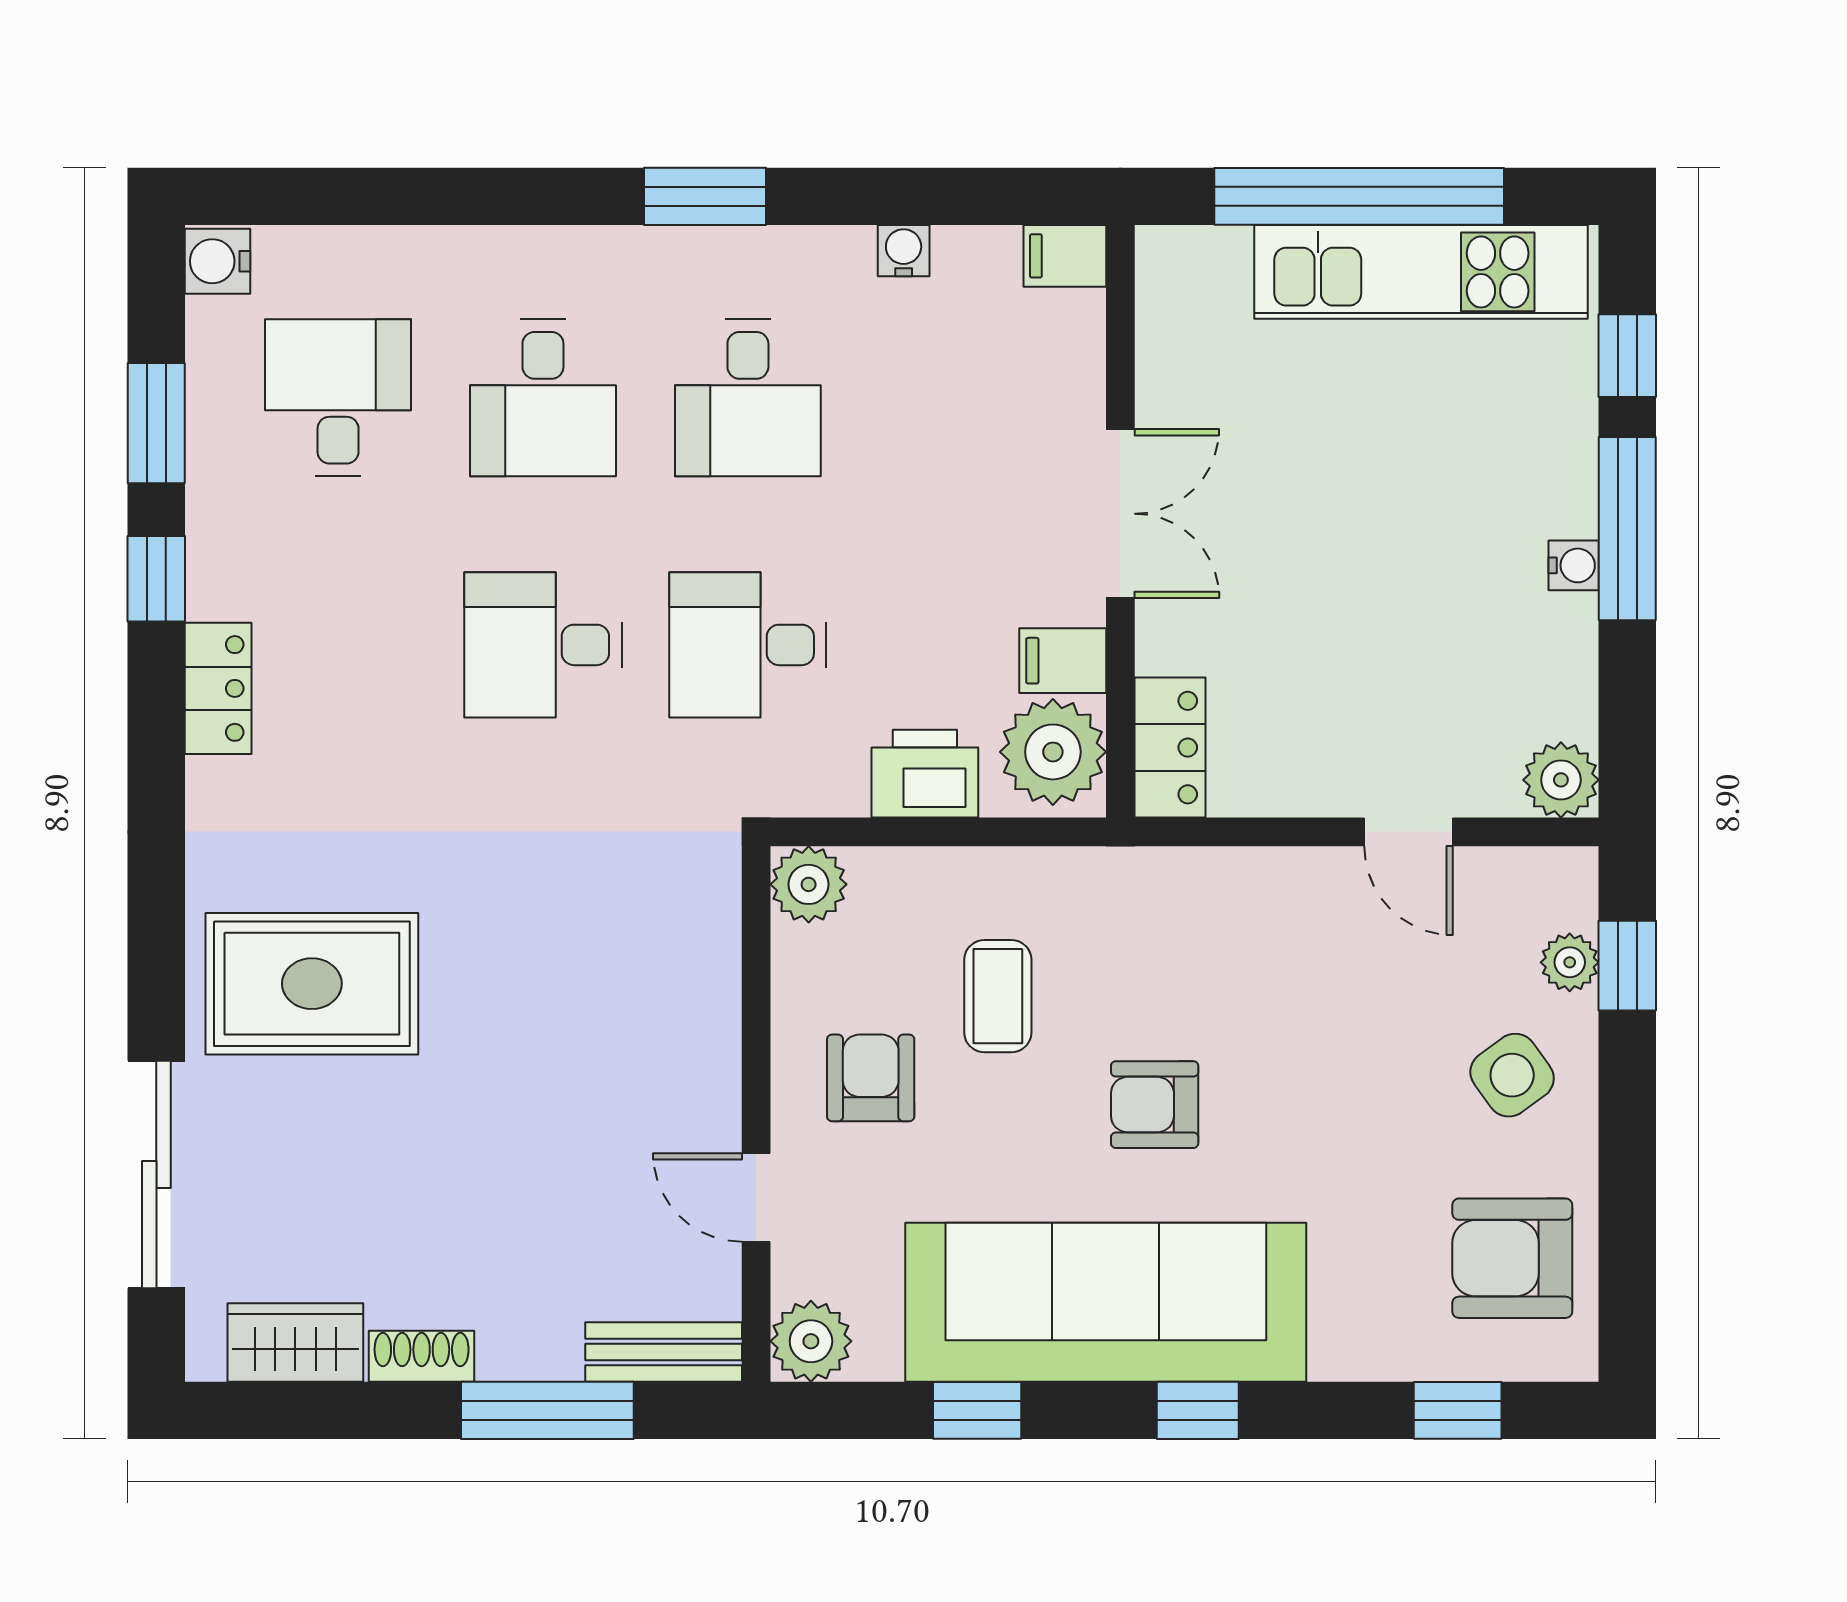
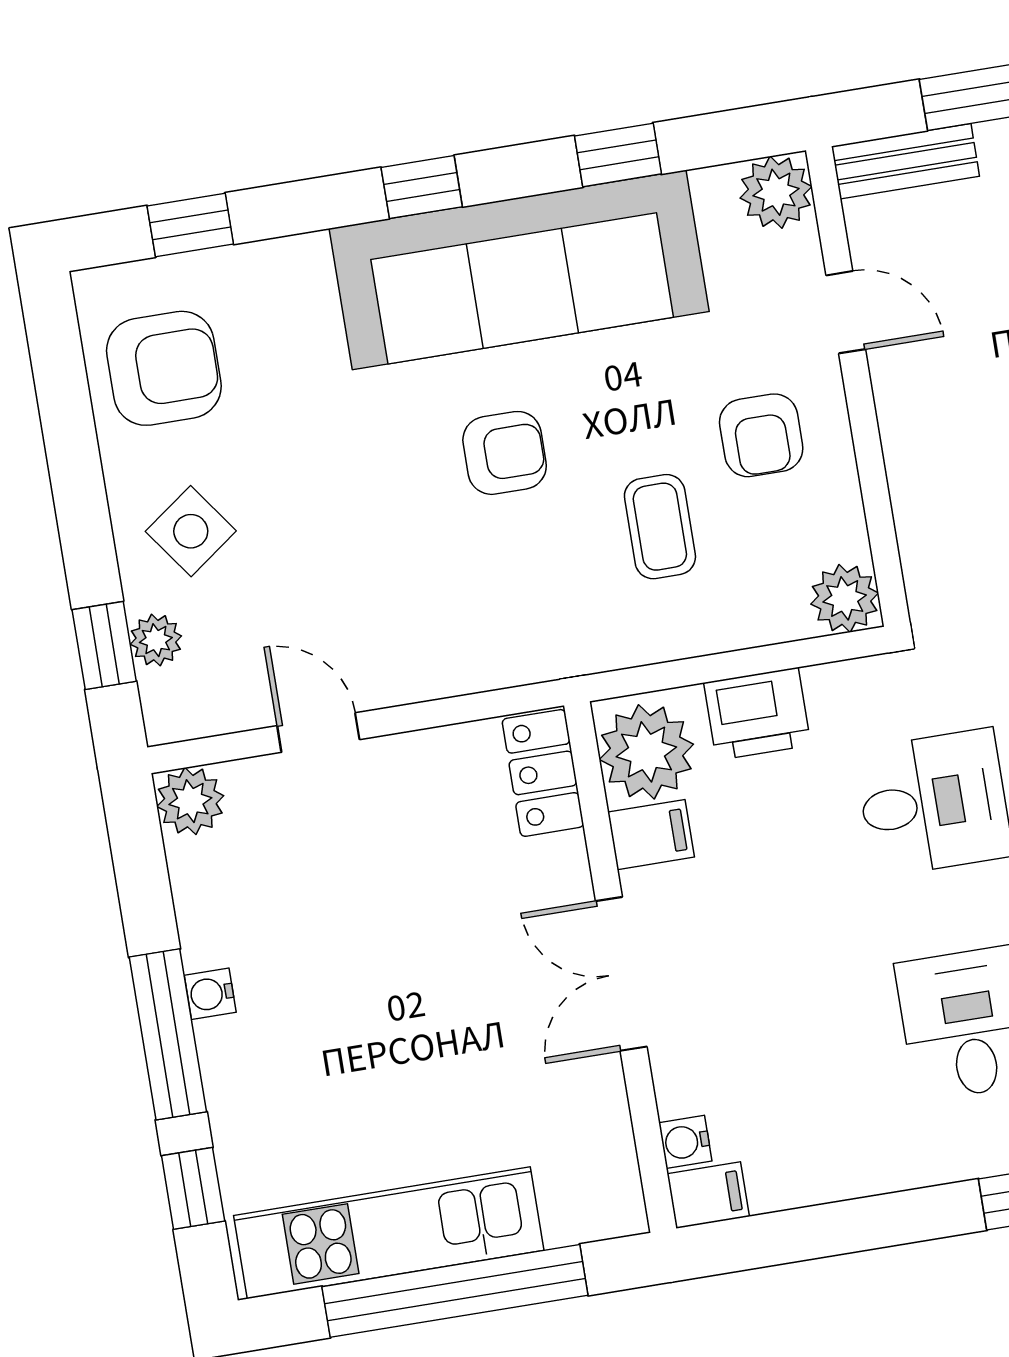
water cooler: (904, 251) -> (685, 1142), moved, turned 90

